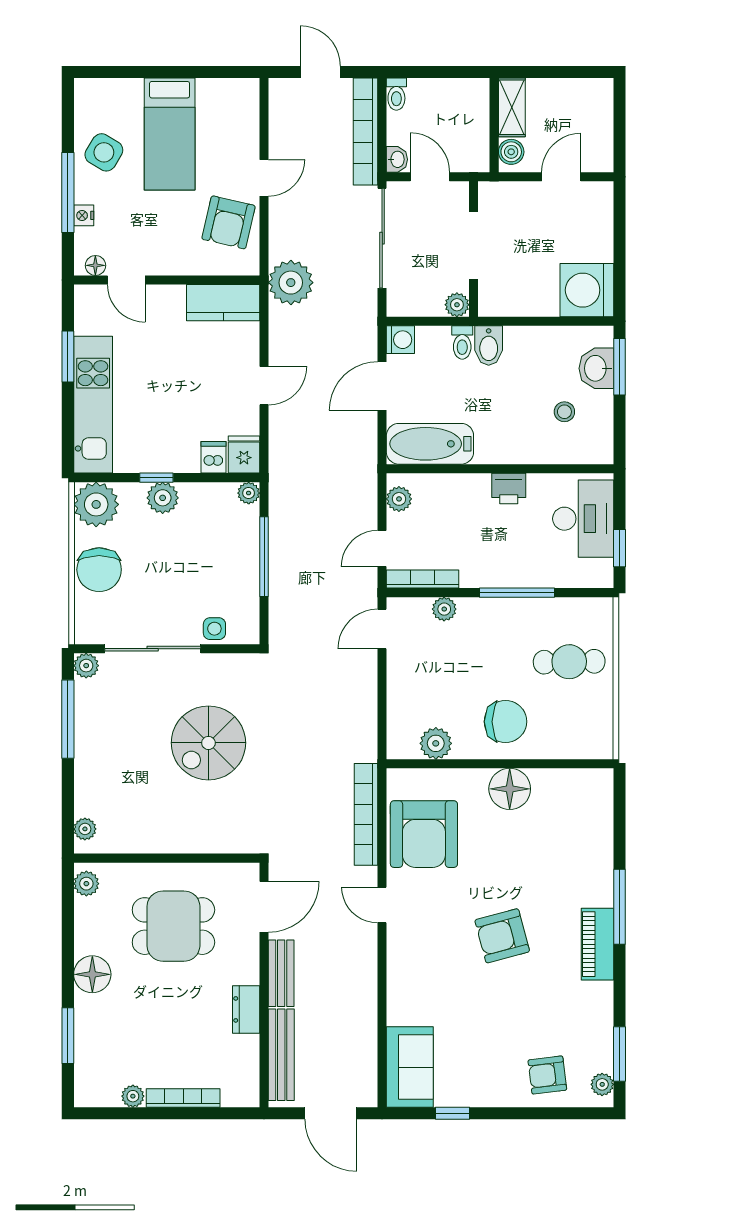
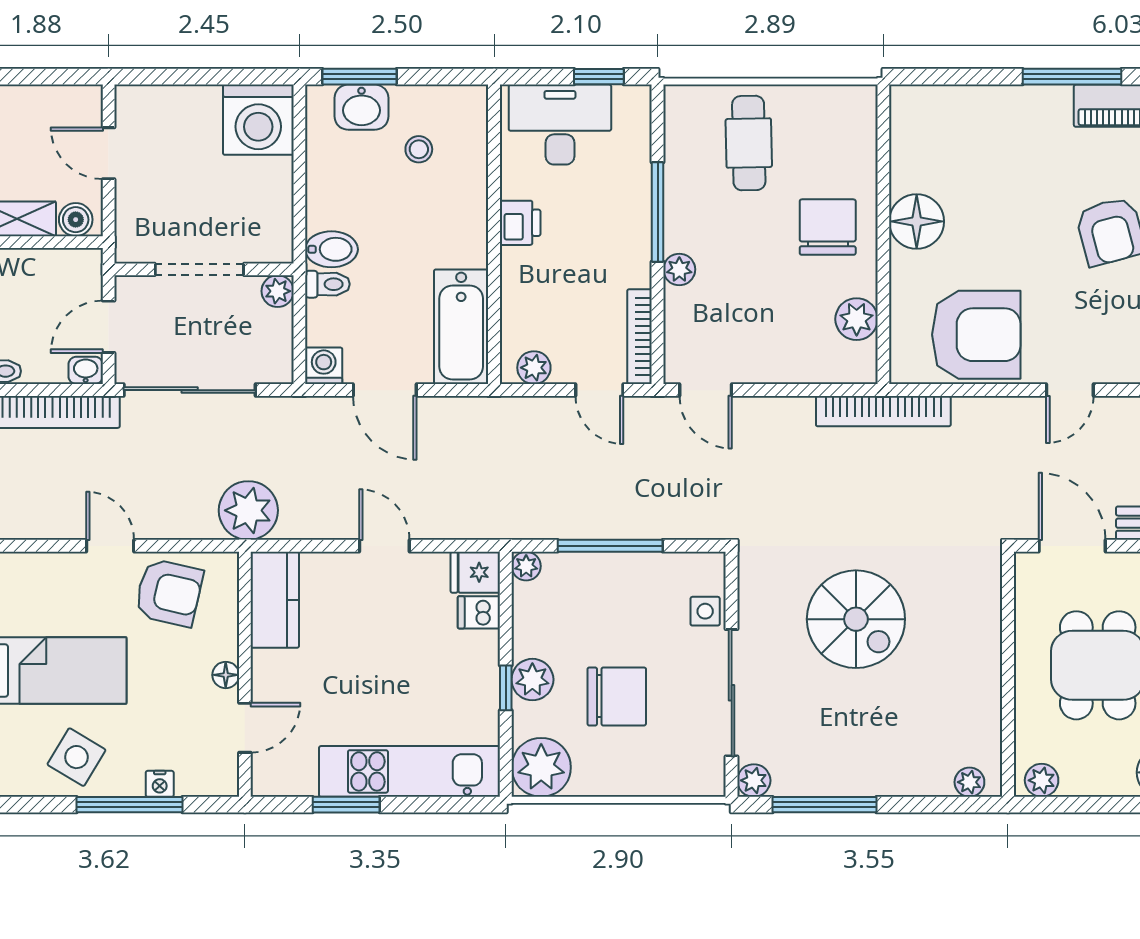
floor lamp: (95, 265) -> (226, 675), moved
chair: (99, 570) -> (617, 696), moved
plant: (444, 609) -> (679, 269), moved
bookcase: (366, 814) -> (883, 411), moved

